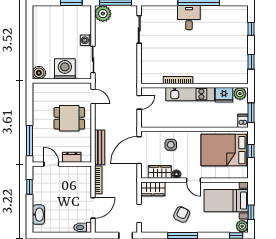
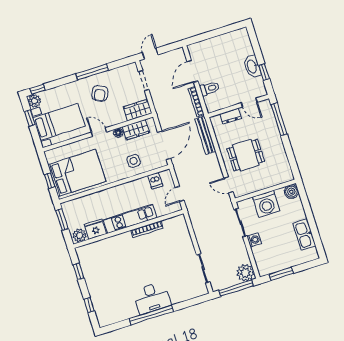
desk: (189, 18) -> (152, 298), width x1.37
kitchen sink: (40, 31) -> (304, 235), added
dishwasher: (243, 121) -> (155, 181), moved
washbasin: (38, 215) -> (252, 66), moved
toilet: (83, 227) -> (210, 88), moved

